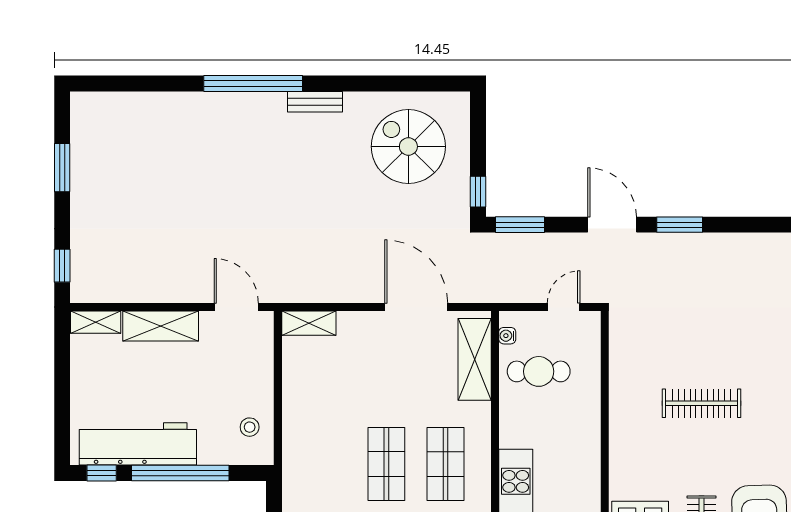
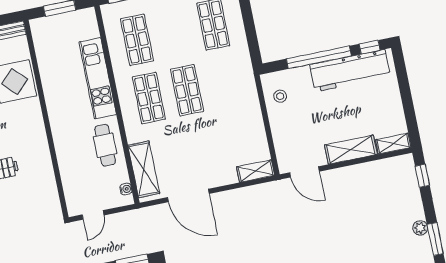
plant: (81, 189) -> (420, 228), added
cafe table: (539, 371) -> (105, 145), moved, turned 90

